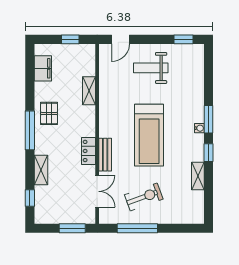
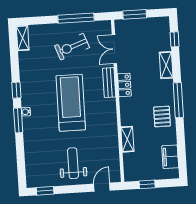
weight bench: (151, 68) -> (73, 163), turned -90
shelving: (198, 176) -> (23, 38), moved

